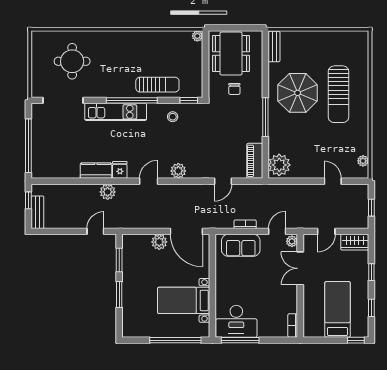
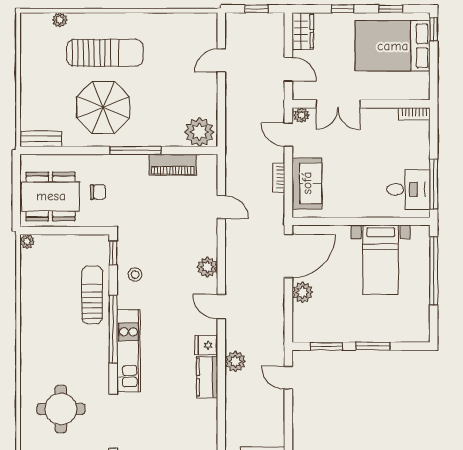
piano: (255, 161) -> (173, 165), moved
plant: (363, 161) -> (60, 20), moved
bed: (337, 309) -> (393, 46), width x1.50
desk: (236, 321) -> (409, 189), width x0.73

